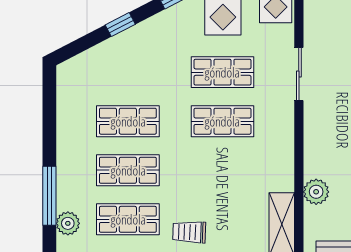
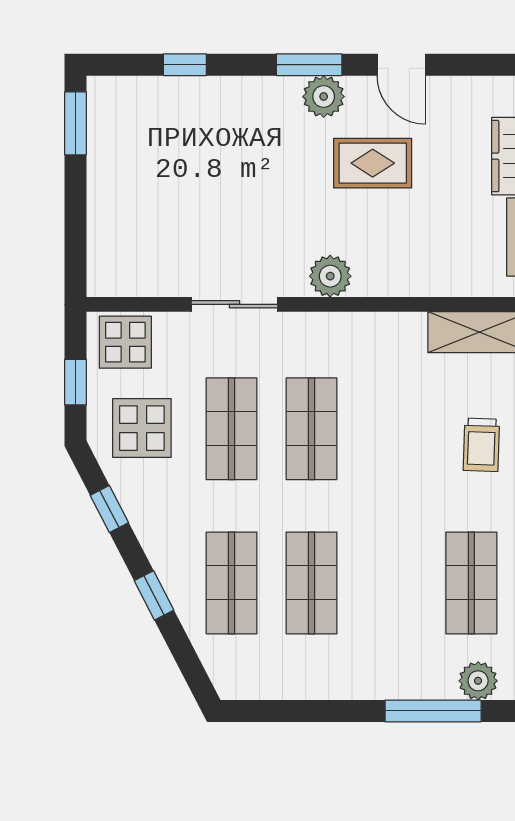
shop shelf: (128, 170) -> (232, 583), moved
plant: (316, 192) -> (330, 276), moved
trolley: (189, 232) -> (481, 445), moved

